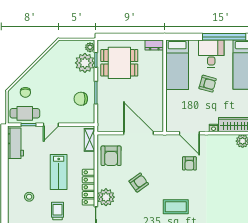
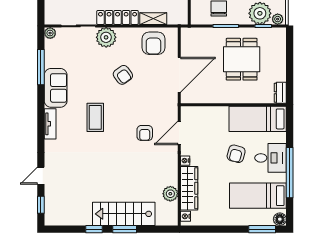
dining table: (119, 63) -> (242, 59), moved
shelving: (90, 140) -> (153, 19), moved
armchair: (111, 156) -> (153, 43), turned -90
armchair: (189, 163) -> (145, 133), turned -90

